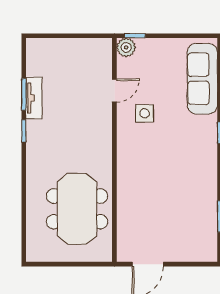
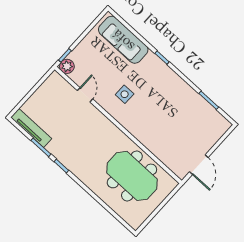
tv unit: (34, 98) -> (31, 128), moved, width x1.41
side table: (145, 113) -> (125, 94), moved

